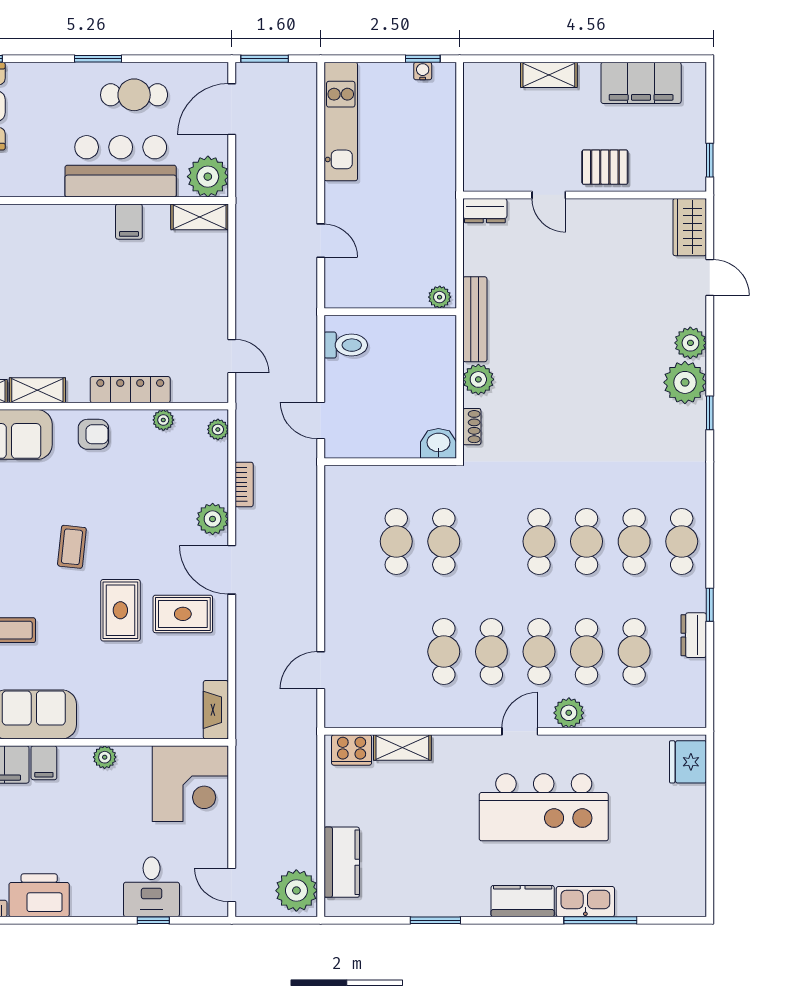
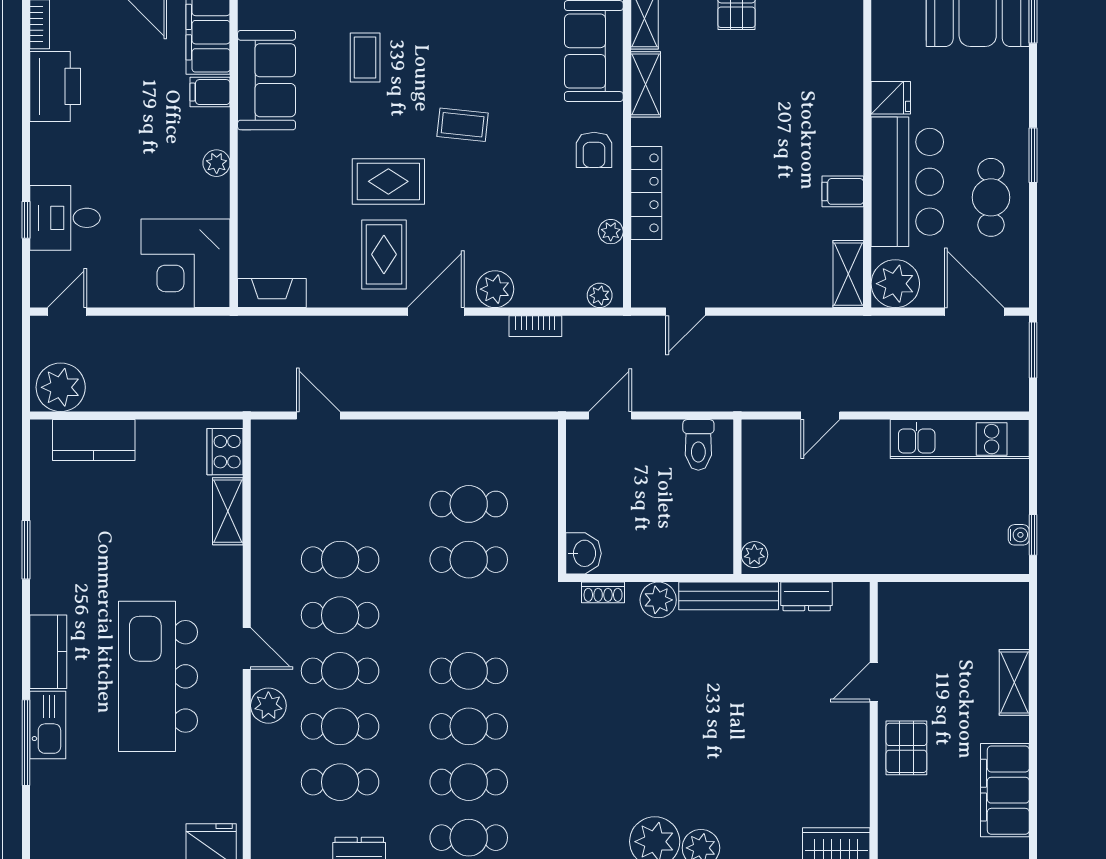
fridge: (49, 180) -> (891, 98), added
dresser: (485, 211) -> (807, 596), moved, turned -90

